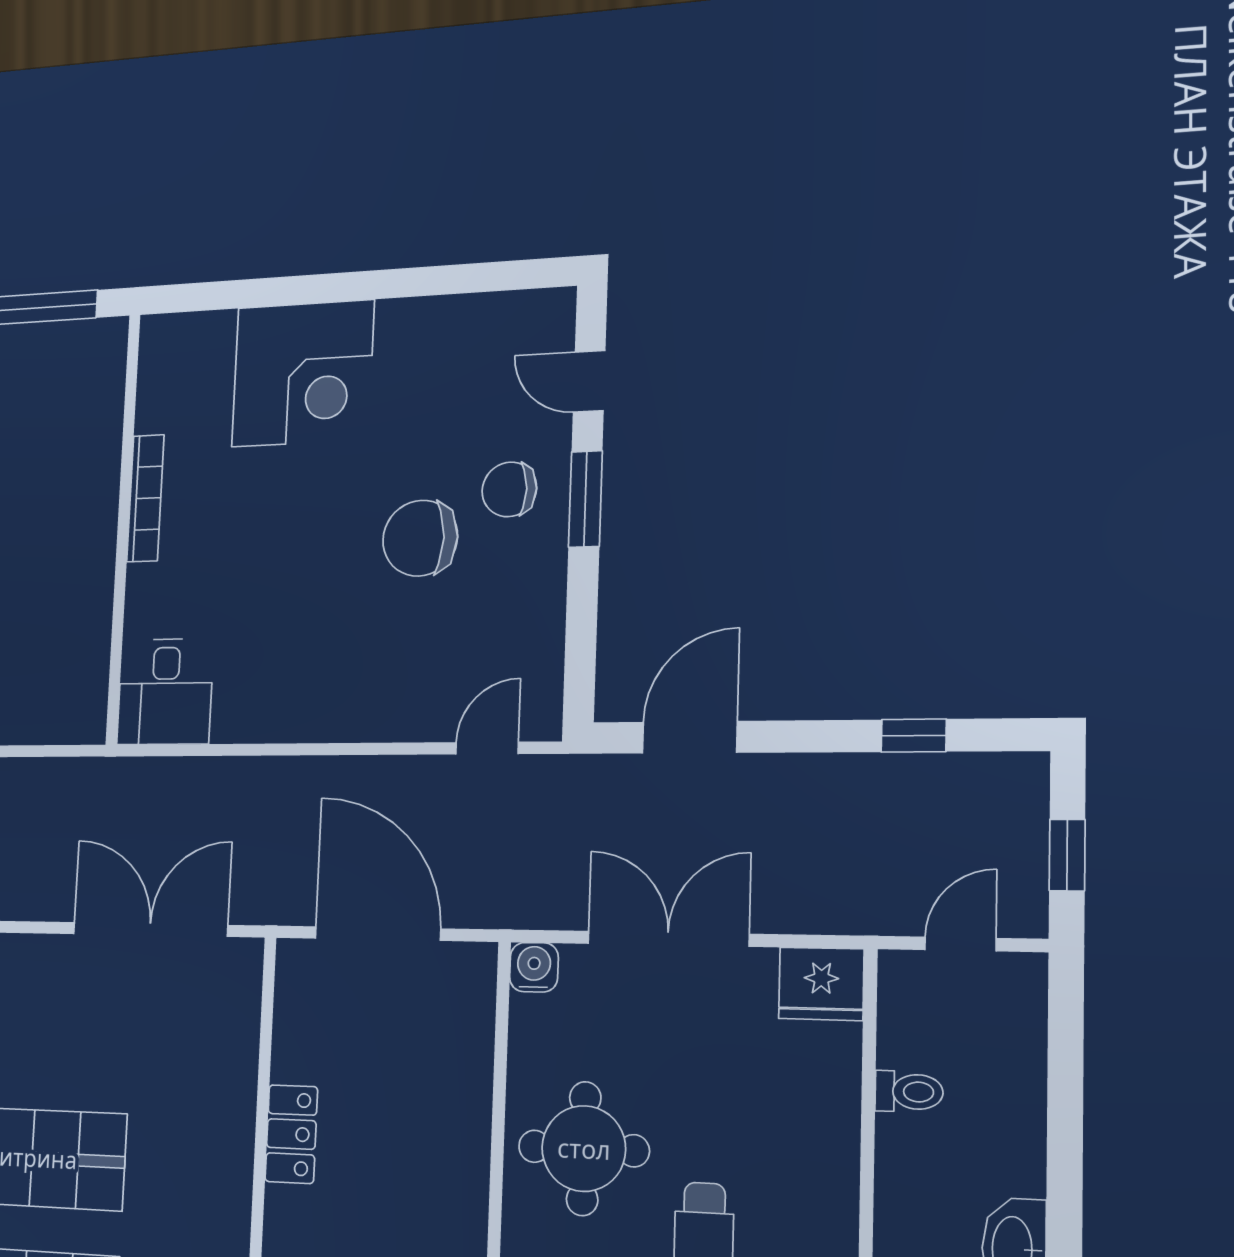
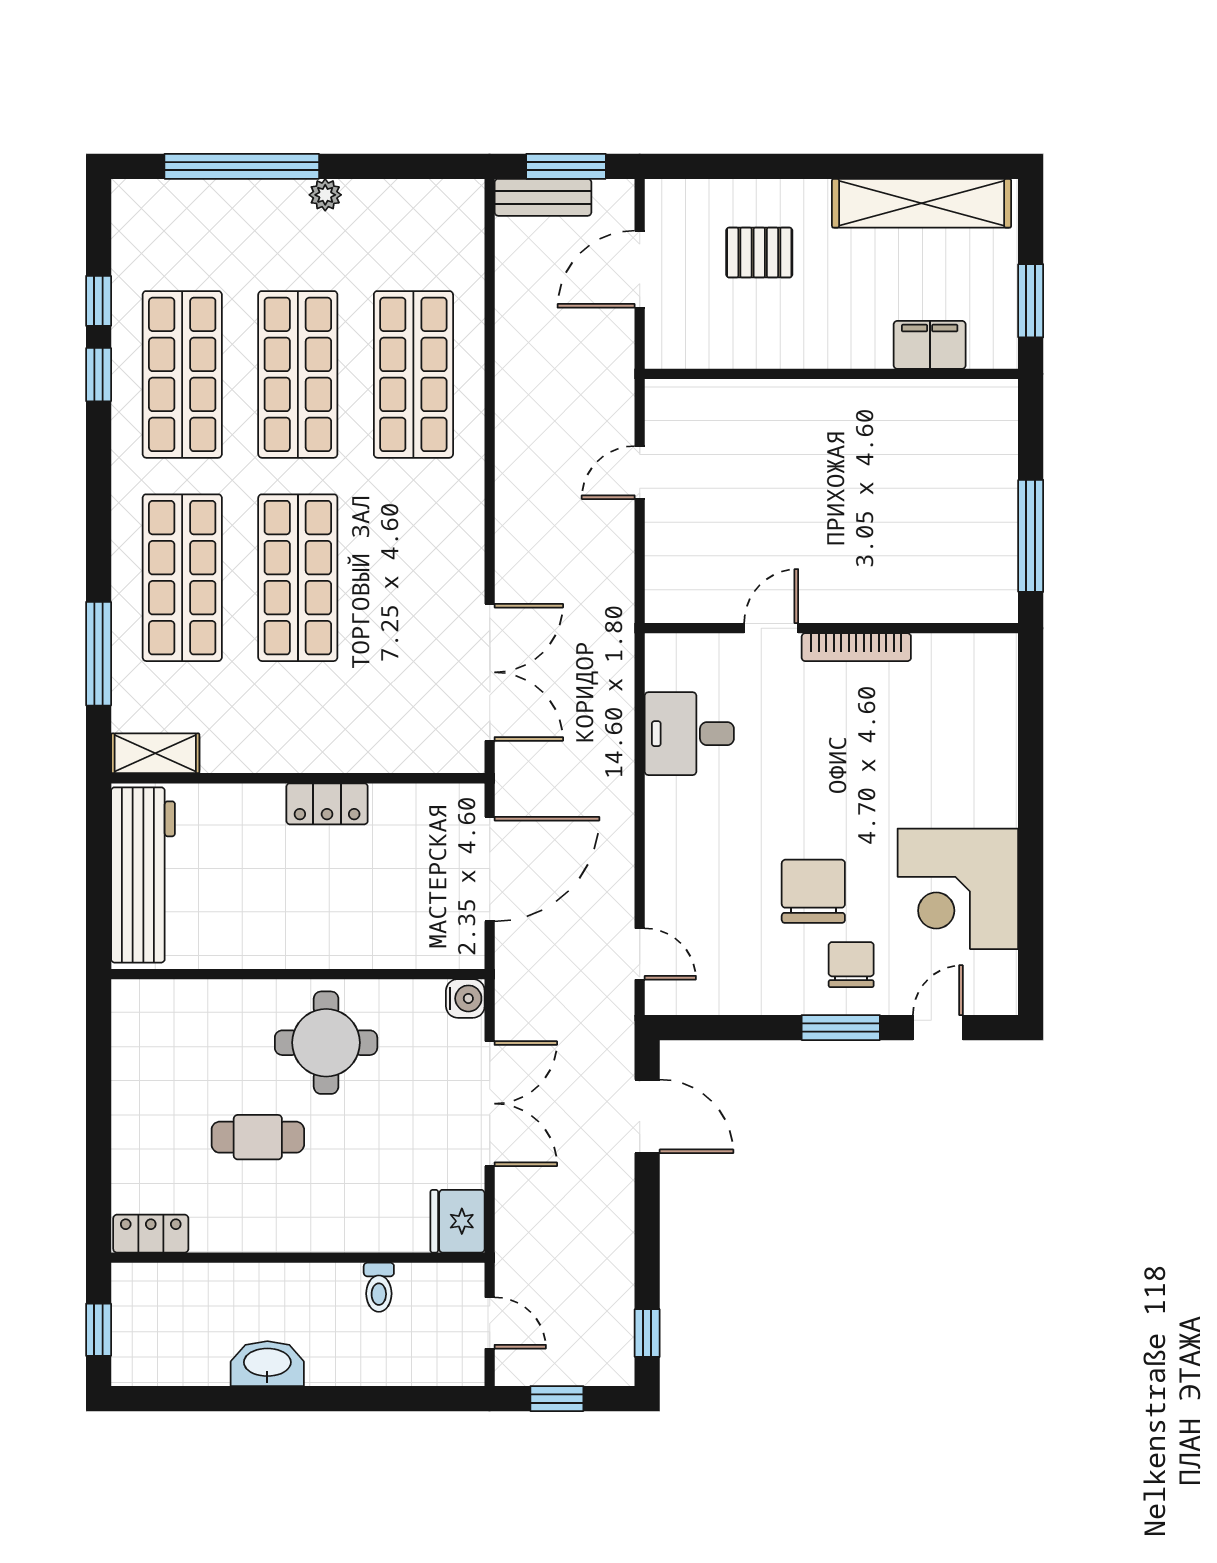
corner desk: (303, 373) -> (958, 889), moved
door: (119, 597) -> (771, 628), added
desk: (165, 692) -> (689, 734), moved
window: (914, 736) -> (647, 1333), moved

